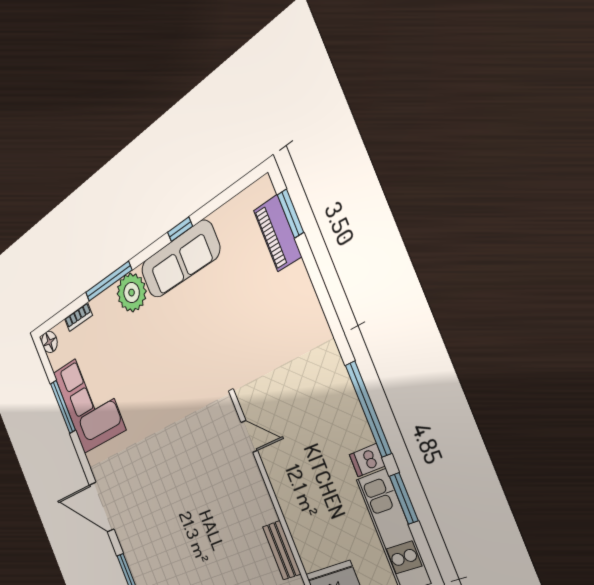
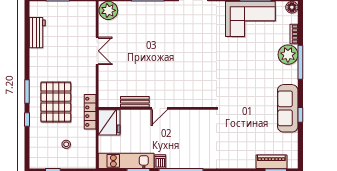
plant: (132, 293) -> (288, 55), moved
door: (249, 436) -> (159, 108), moved

